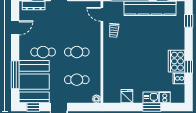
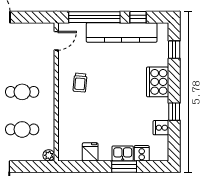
door: (102, 14) -> (56, 41), swing flipped
trolley: (114, 30) -> (80, 83), moved
cooker: (176, 61) -> (158, 82), moved

